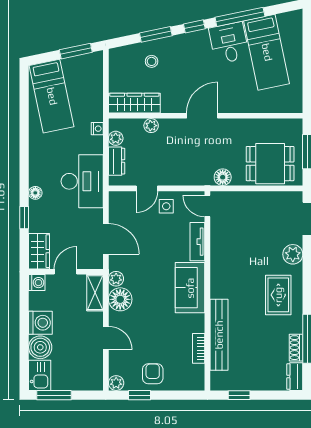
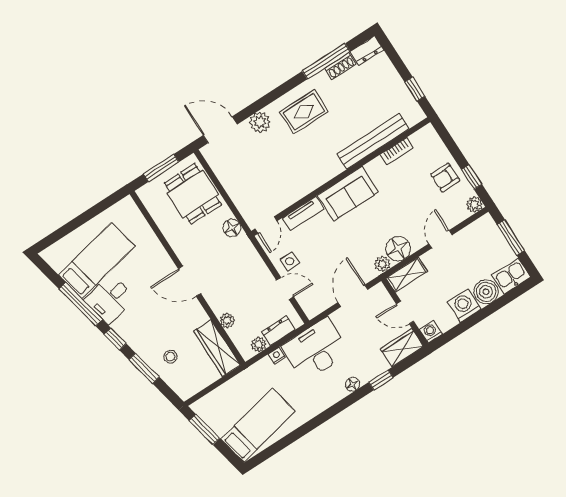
nightstand: (97, 129) -> (277, 356), moved
window: (54, 395) -> (511, 237), moved

